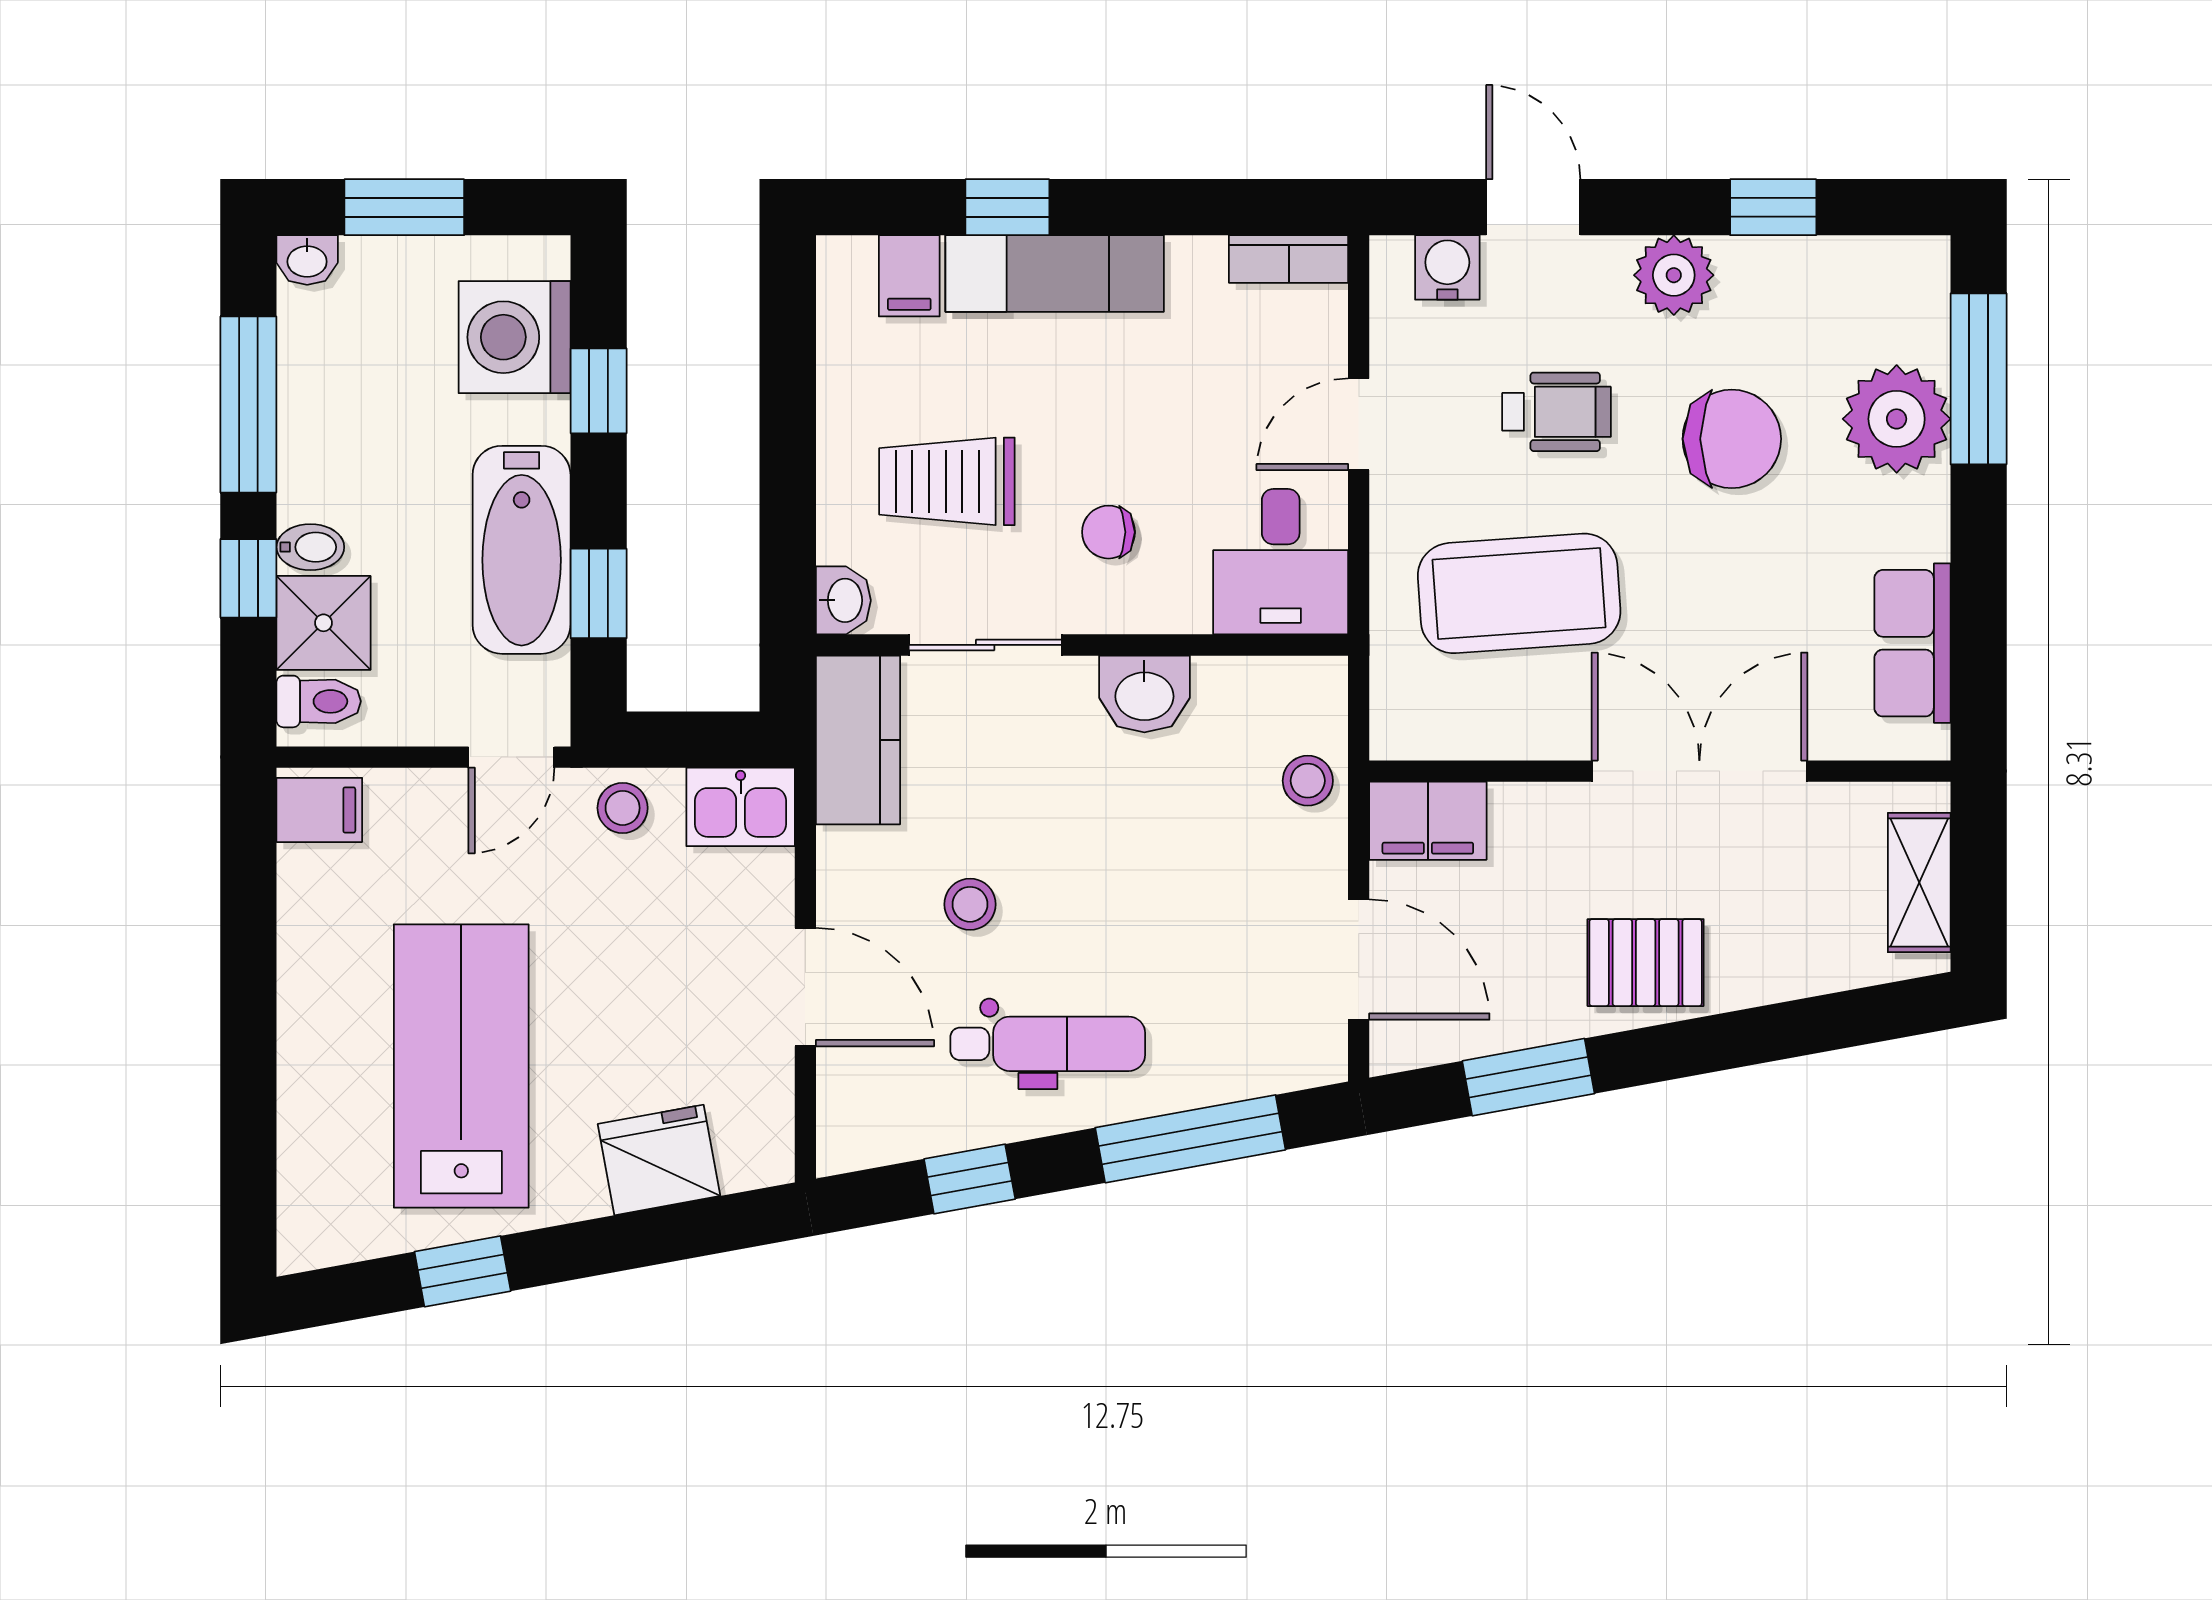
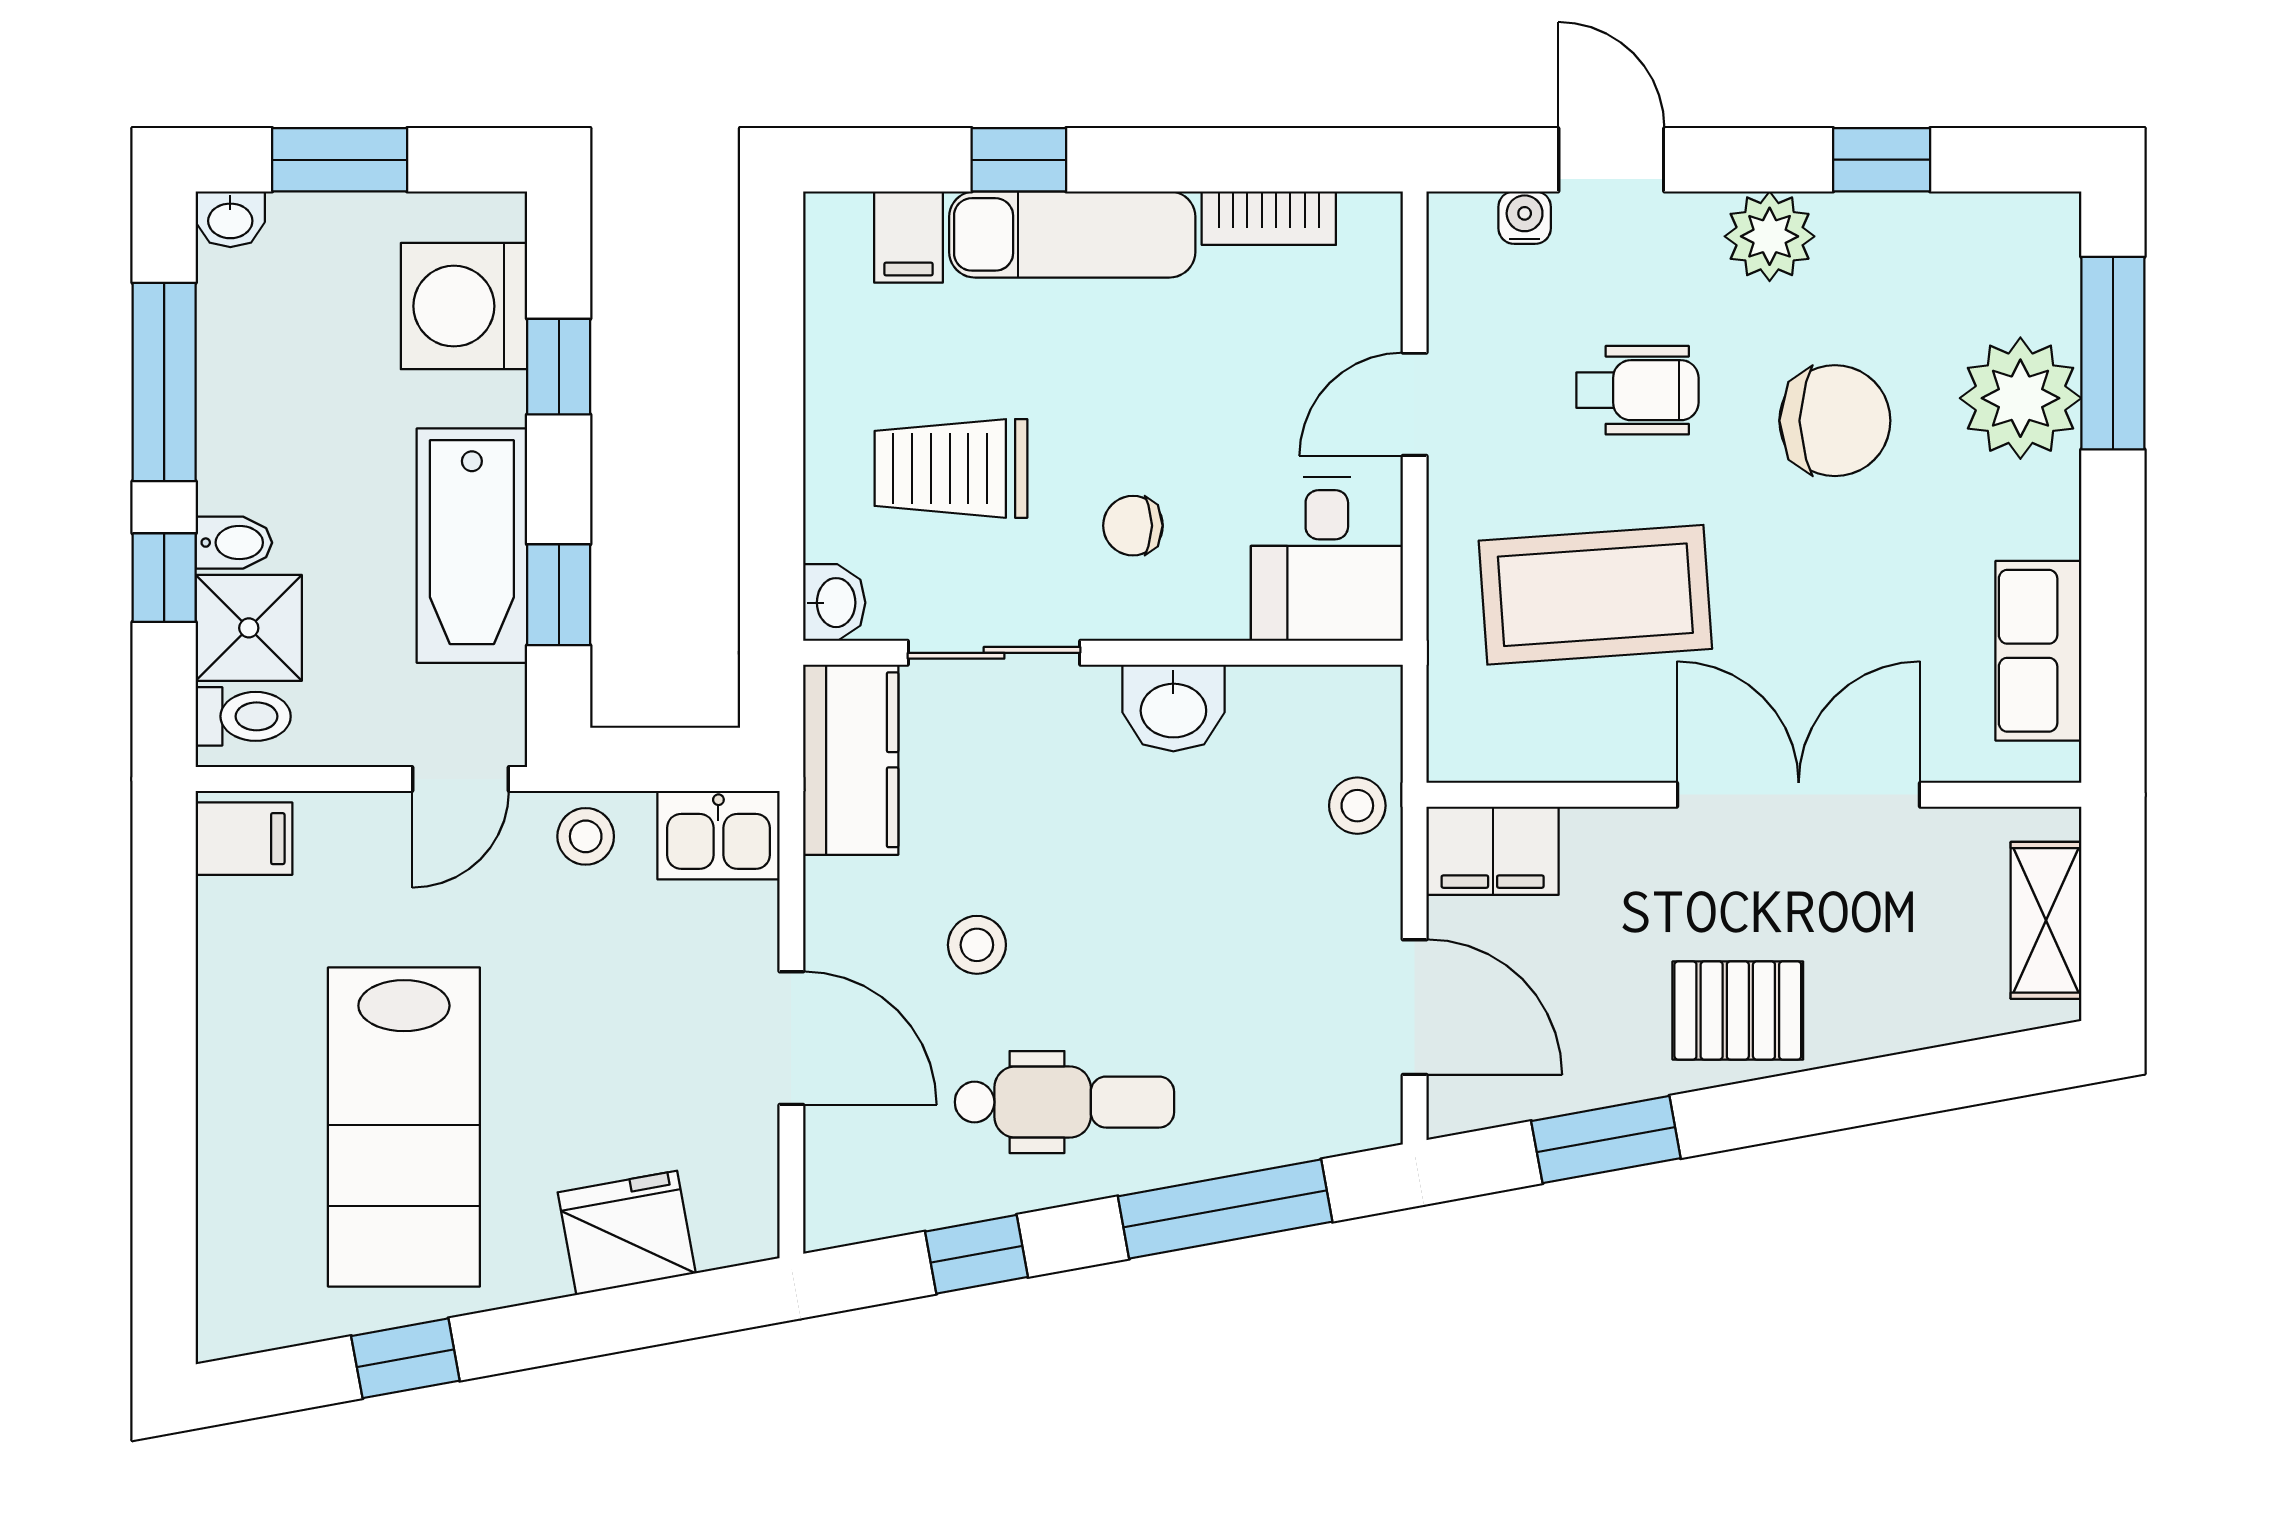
bookcase: (1289, 259) -> (1269, 218), moved
water cooler: (1447, 267) -> (1525, 218), width x0.72, depth x0.72
lab bench: (461, 1066) -> (404, 1127), turned 180

